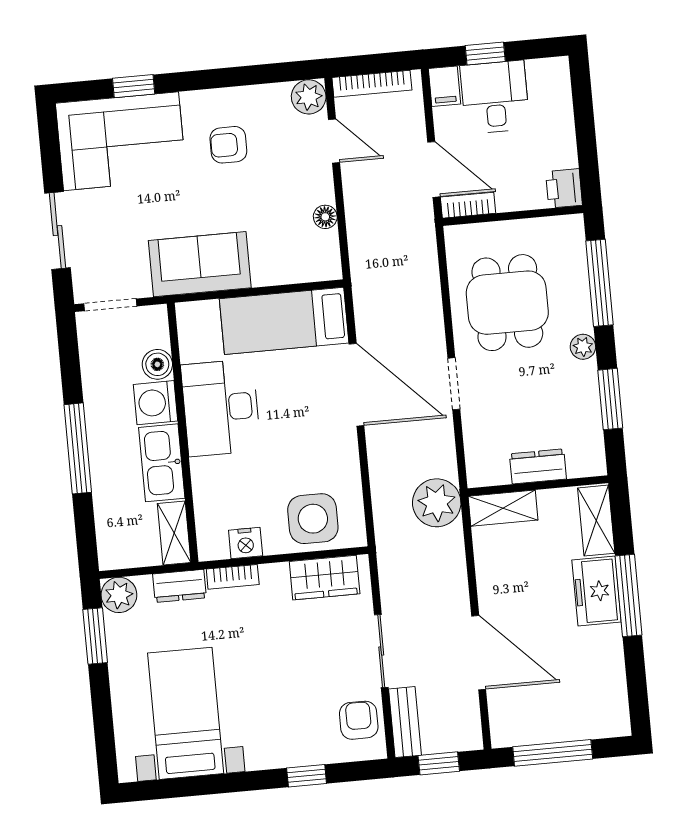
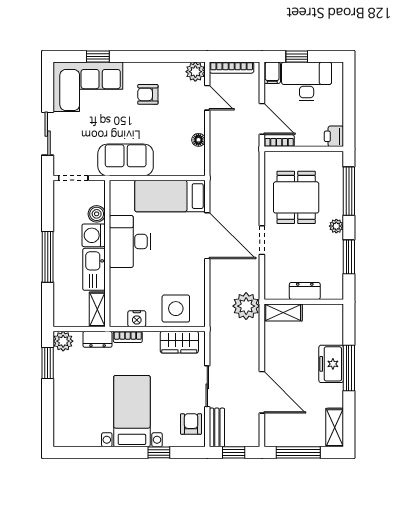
desk: (495, 97) -> (307, 81), width x1.37
shelving: (596, 521) -> (335, 428), moved
bed with nightstands: (186, 713) -> (132, 411), moved

